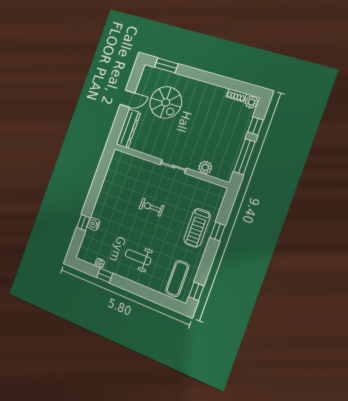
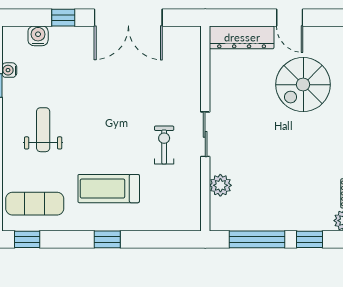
double door: (96, 187) -> (128, 18), added
exercise bike: (151, 207) -> (164, 145), moved
water cooler: (94, 224) -> (38, 36), moved
treadmill: (197, 228) -> (109, 189), moved
window: (218, 231) -> (107, 239), moved

